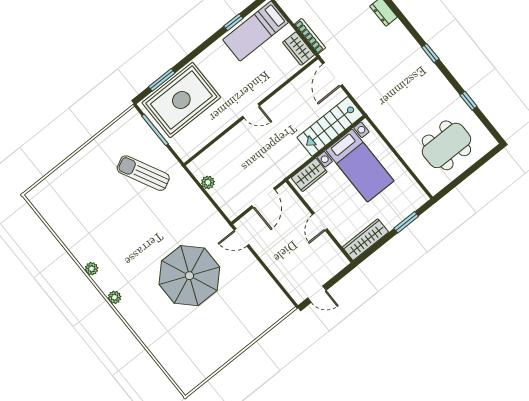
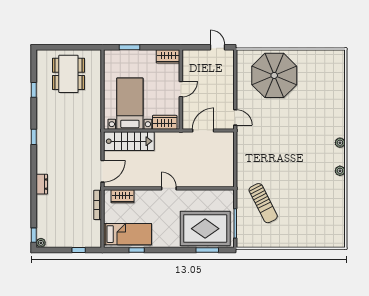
wardrobe: (299, 49) -> (122, 196), moved, turned 90
dining table: (446, 145) -> (68, 74), turned 90
plant: (208, 182) -> (229, 166), removed
wardrobe: (365, 240) -> (168, 56), width x0.67
parasol: (189, 276) -> (274, 75), moved

